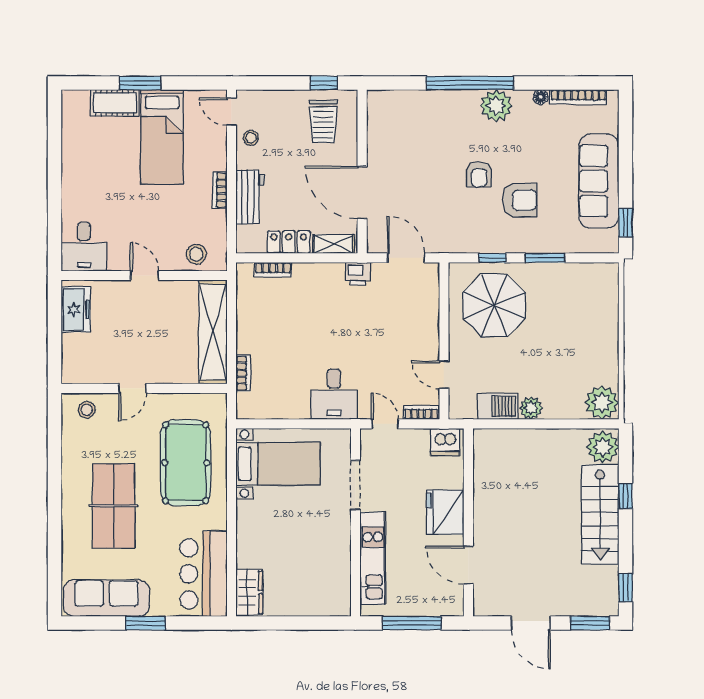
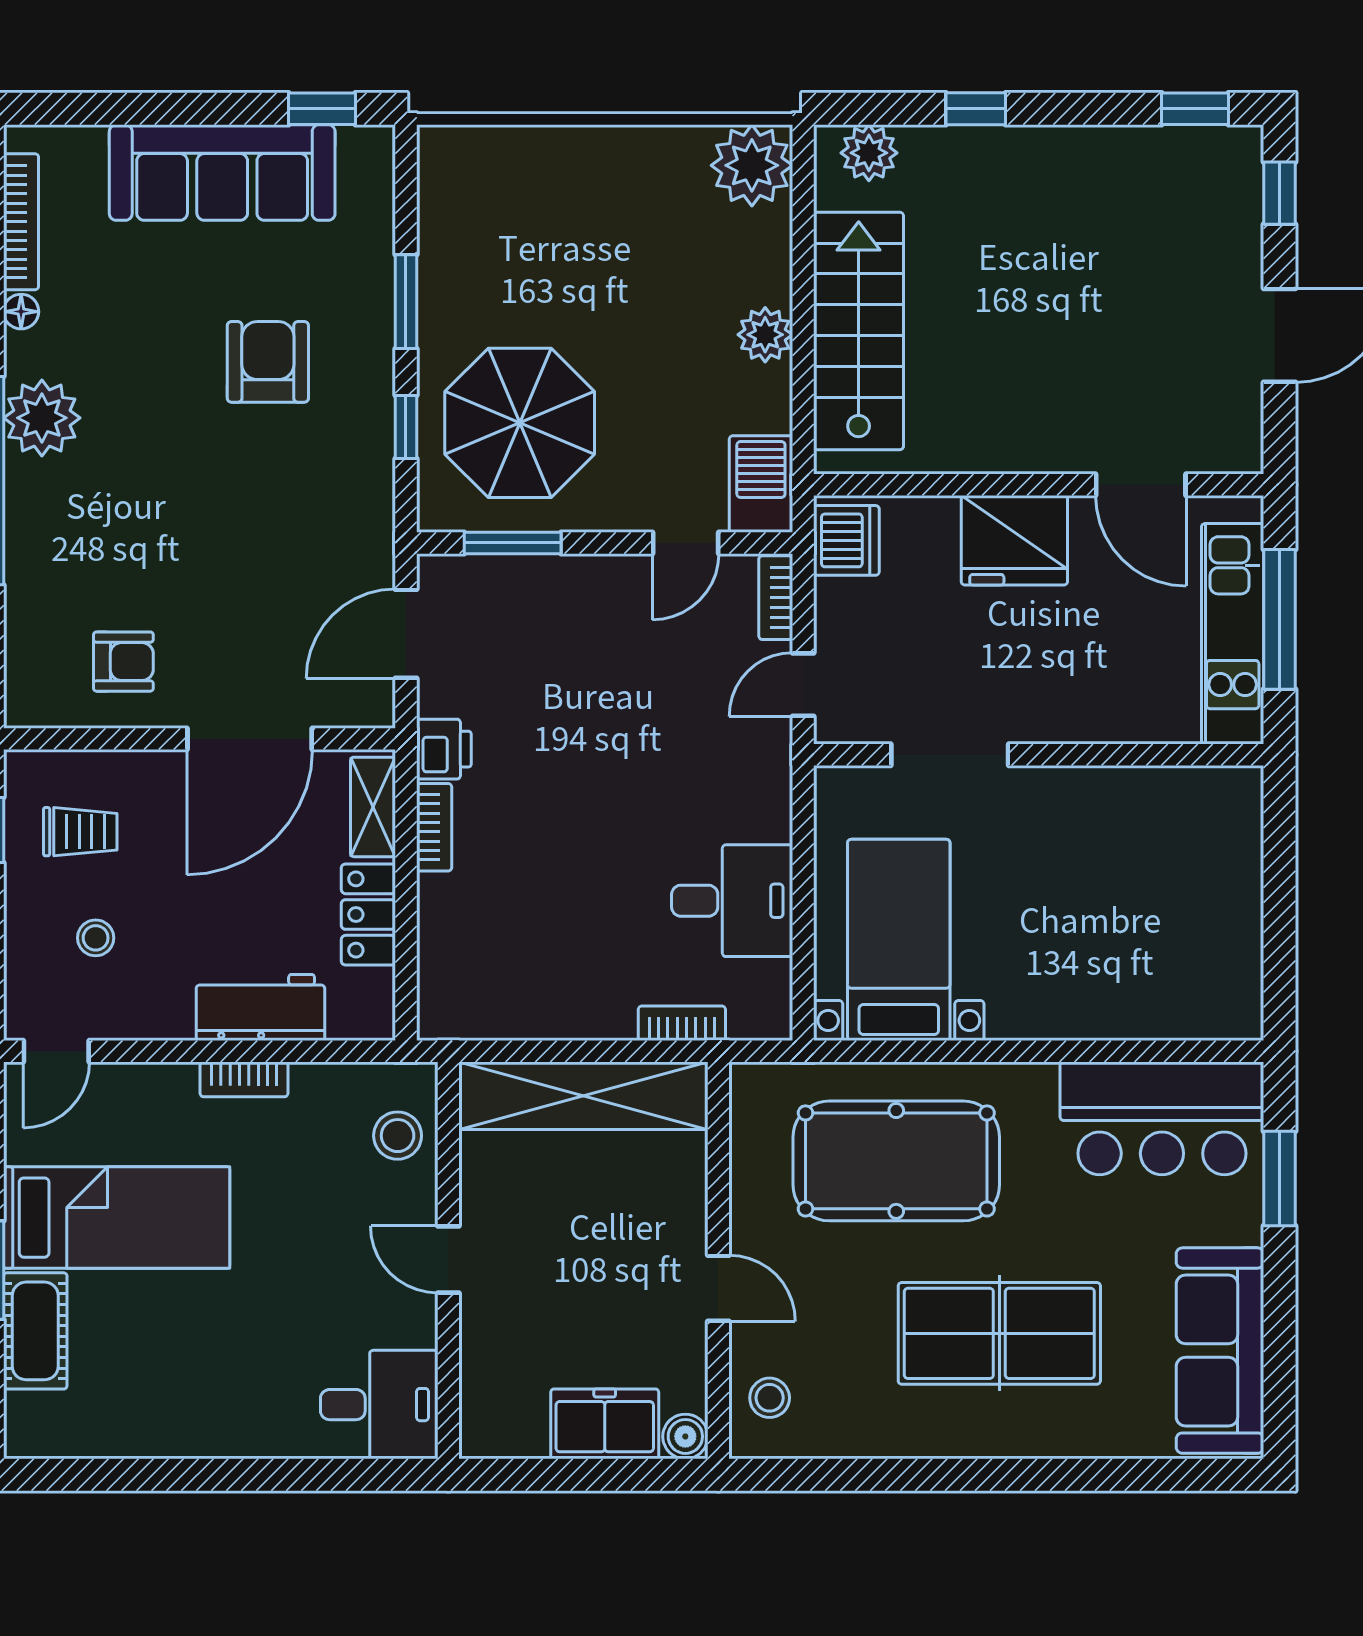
trolley: (323, 122) -> (80, 832), width x0.73, depth x0.72
stool: (251, 138) -> (96, 938), moved
armchair: (479, 174) -> (123, 662), moved
bookcase: (273, 270) -> (434, 827), moved
door: (145, 276) -> (448, 1259), hinge flipped
window: (444, 302) -> (513, 543), added
freezer: (76, 309) -> (605, 1424), moved
boiler: (71, 375) -> (685, 1436), added
desk: (334, 394) -> (732, 901), moved
barbecue: (498, 406) -> (761, 484), moved
plant: (603, 447) -> (869, 153), width x0.73, depth x0.73
stairs: (600, 515) -> (859, 331), moved, turned -90
kitchen unit: (373, 558) -> (1233, 634), moved, turned -90
door: (468, 565) -> (1141, 485), hinge flipped
wardrobe: (249, 592) -> (1206, 1009), removed
window: (145, 623) -> (1280, 1178), moved
window: (590, 623) -> (1280, 193), width x0.67

